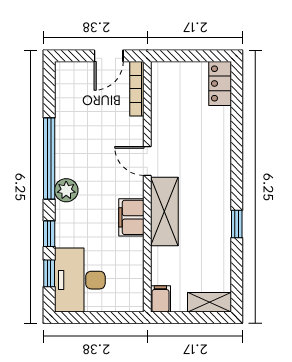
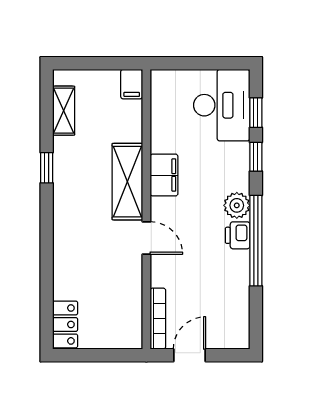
printer: (66, 163) -> (238, 235), added
shelving: (209, 302) -> (64, 111), moved, turned 90

